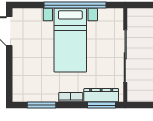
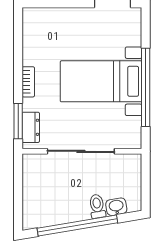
dresser: (101, 95) -> (31, 127), width x0.70
window: (42, 105) -> (18, 45), removed

